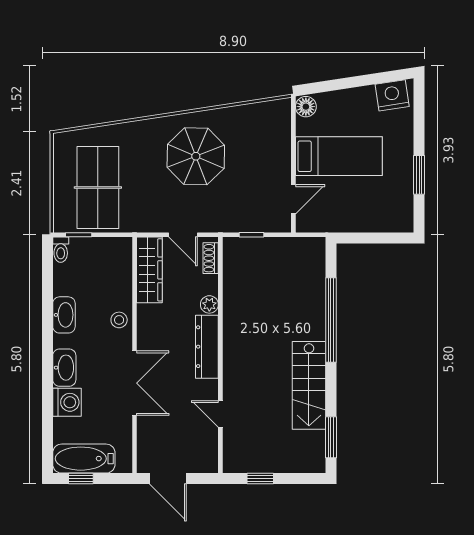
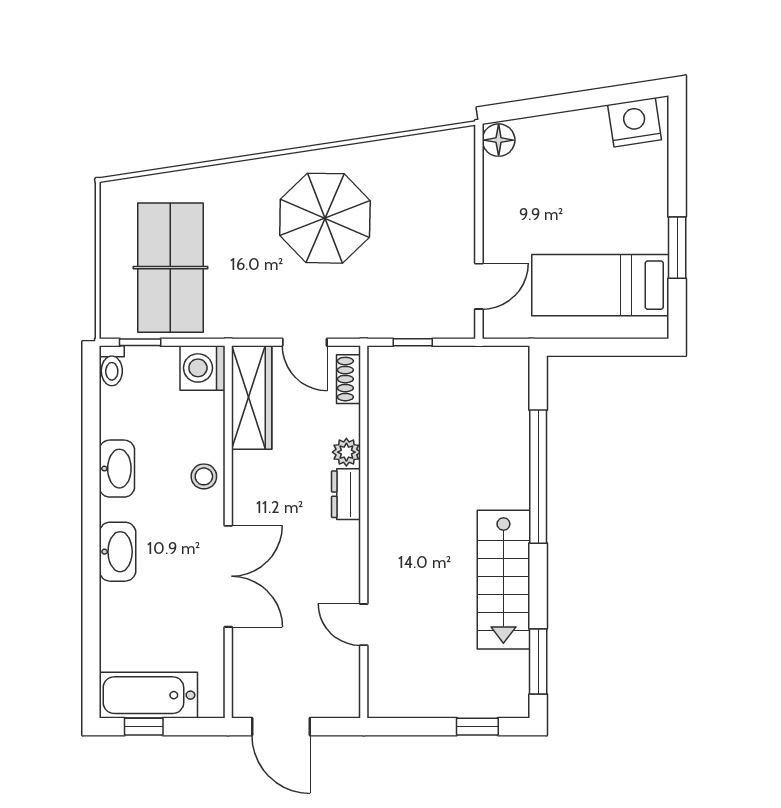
bed: (339, 156) -> (600, 285), moved, turned 180
dresser: (207, 347) -> (346, 494), width x0.51, depth x0.80
washing machine: (67, 402) -> (202, 368), moved, turned 180
window: (260, 479) -> (477, 727), moved

